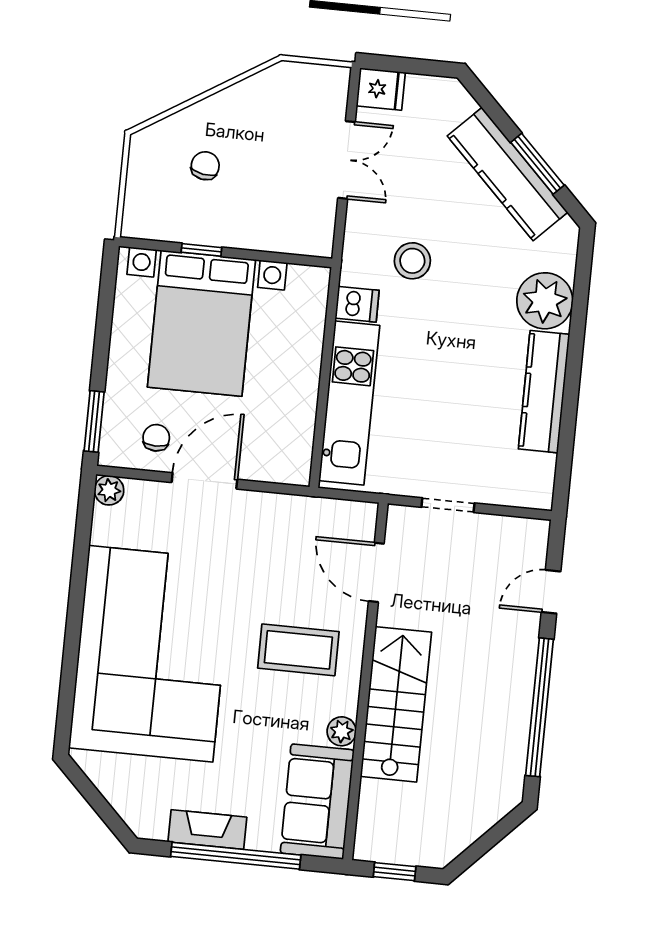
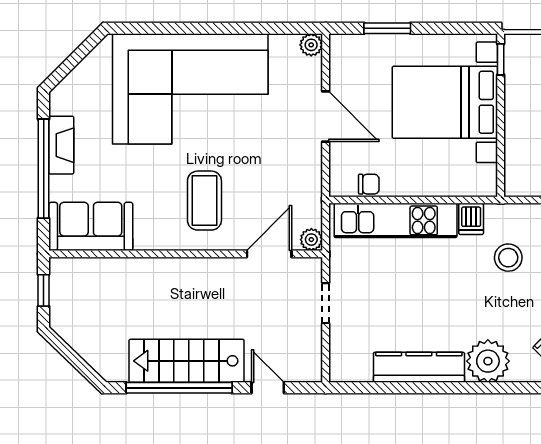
window: (201, 250) -> (501, 59), moved
window: (94, 421) -> (387, 28), moved
chair: (156, 438) -> (369, 184), moved
stairs: (396, 704) -> (187, 361), moved, turned 180
plant: (342, 731) -> (311, 240), moved

